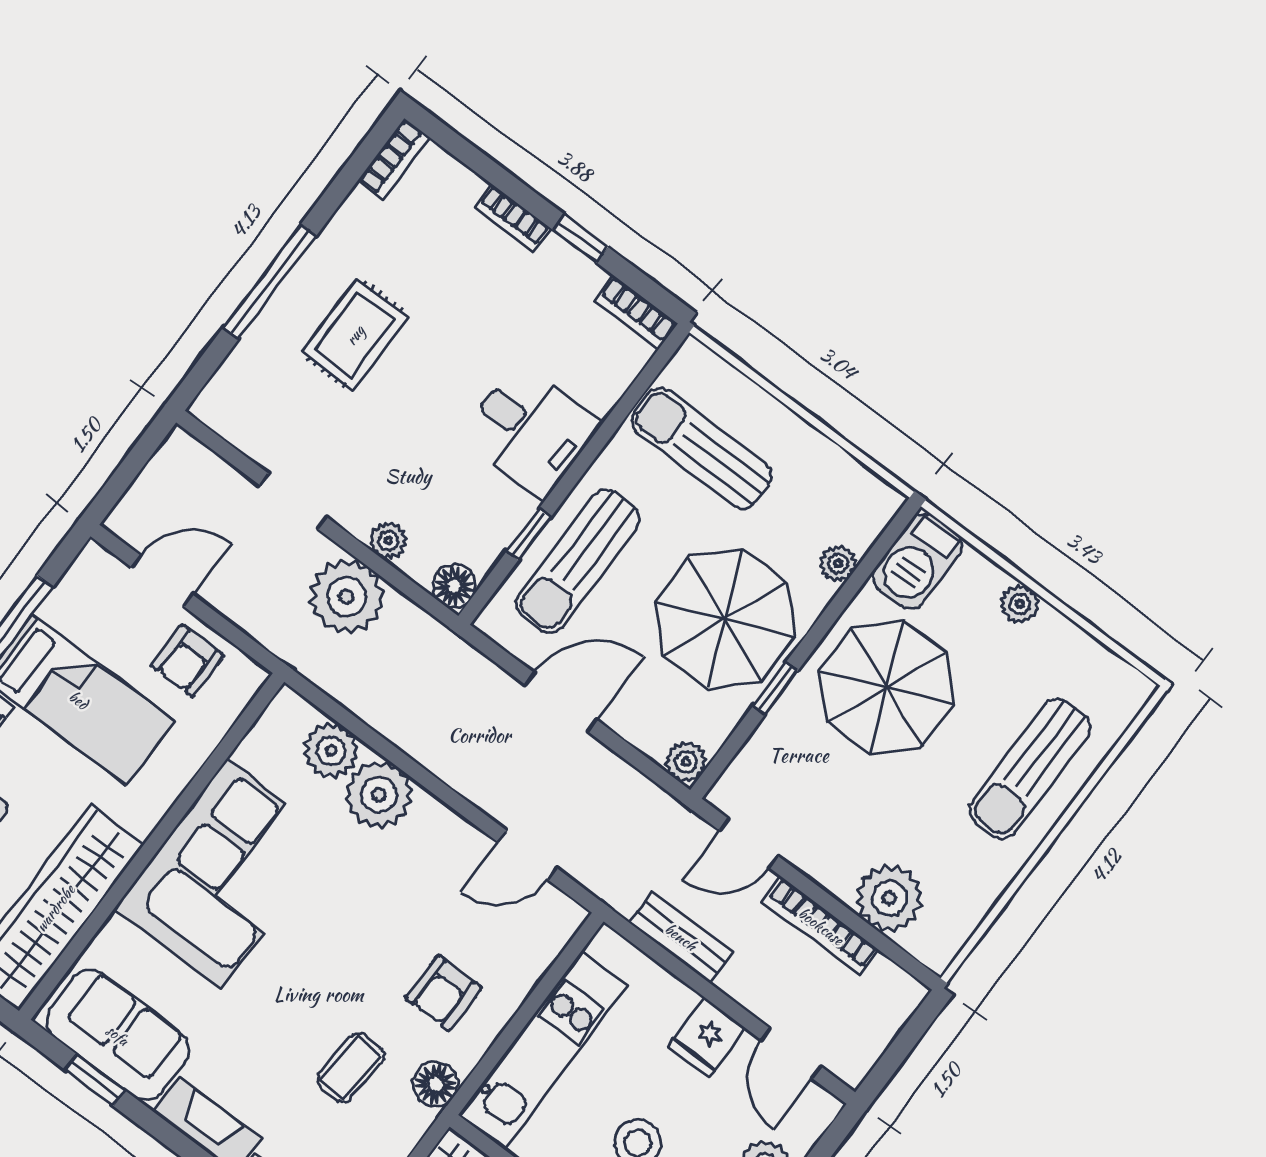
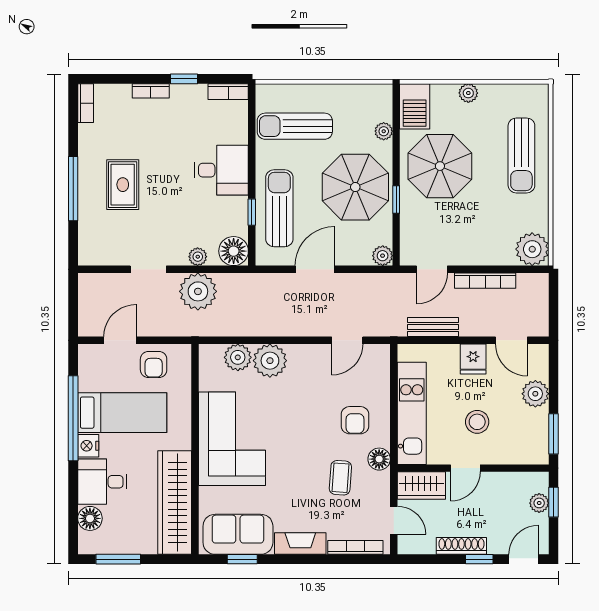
sun lounger: (578, 561) -> (279, 208), turned 180
floor lamp: (454, 586) -> (234, 251), width x1.38, depth x1.38
plant: (889, 898) -> (532, 249), moved

